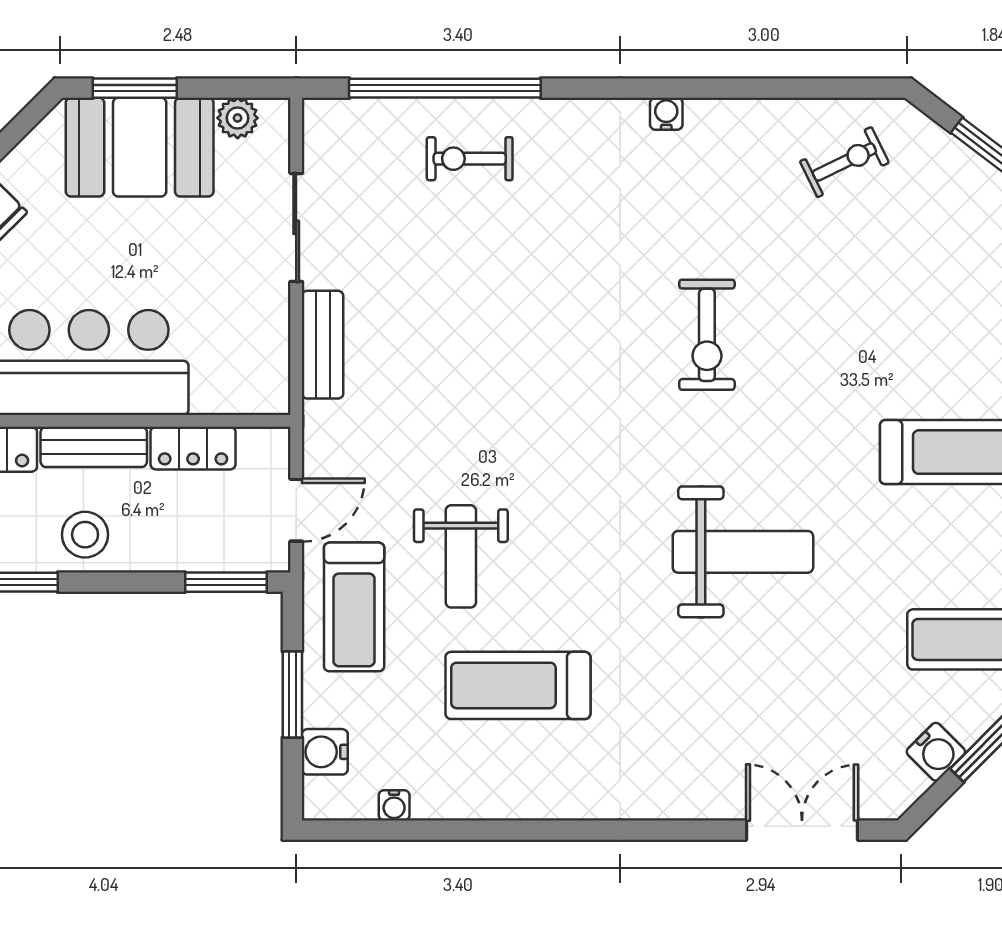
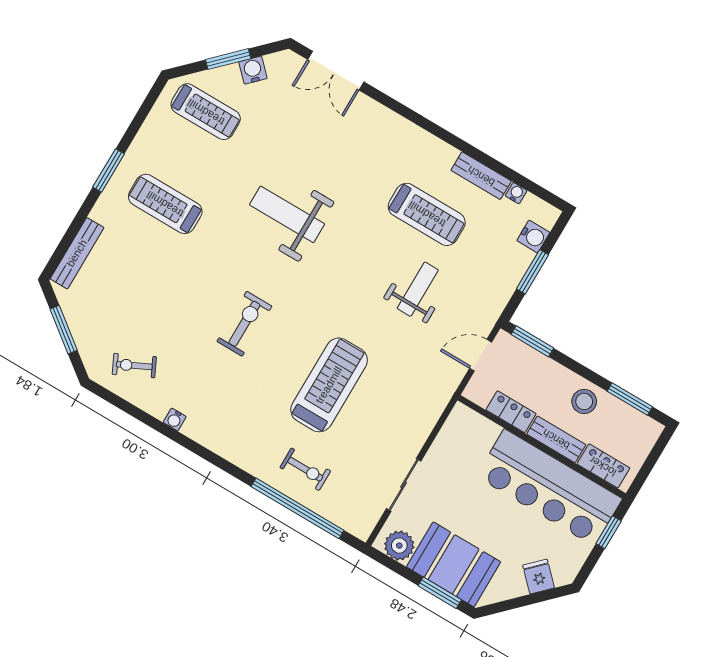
water cooler: (666, 114) -> (175, 419), moved
plant: (238, 118) -> (399, 546), width x1.38, depth x1.38
bench: (323, 345) -> (481, 176), moved, turned 90
treadmill: (354, 607) -> (329, 385), moved, width x1.37, depth x1.38

